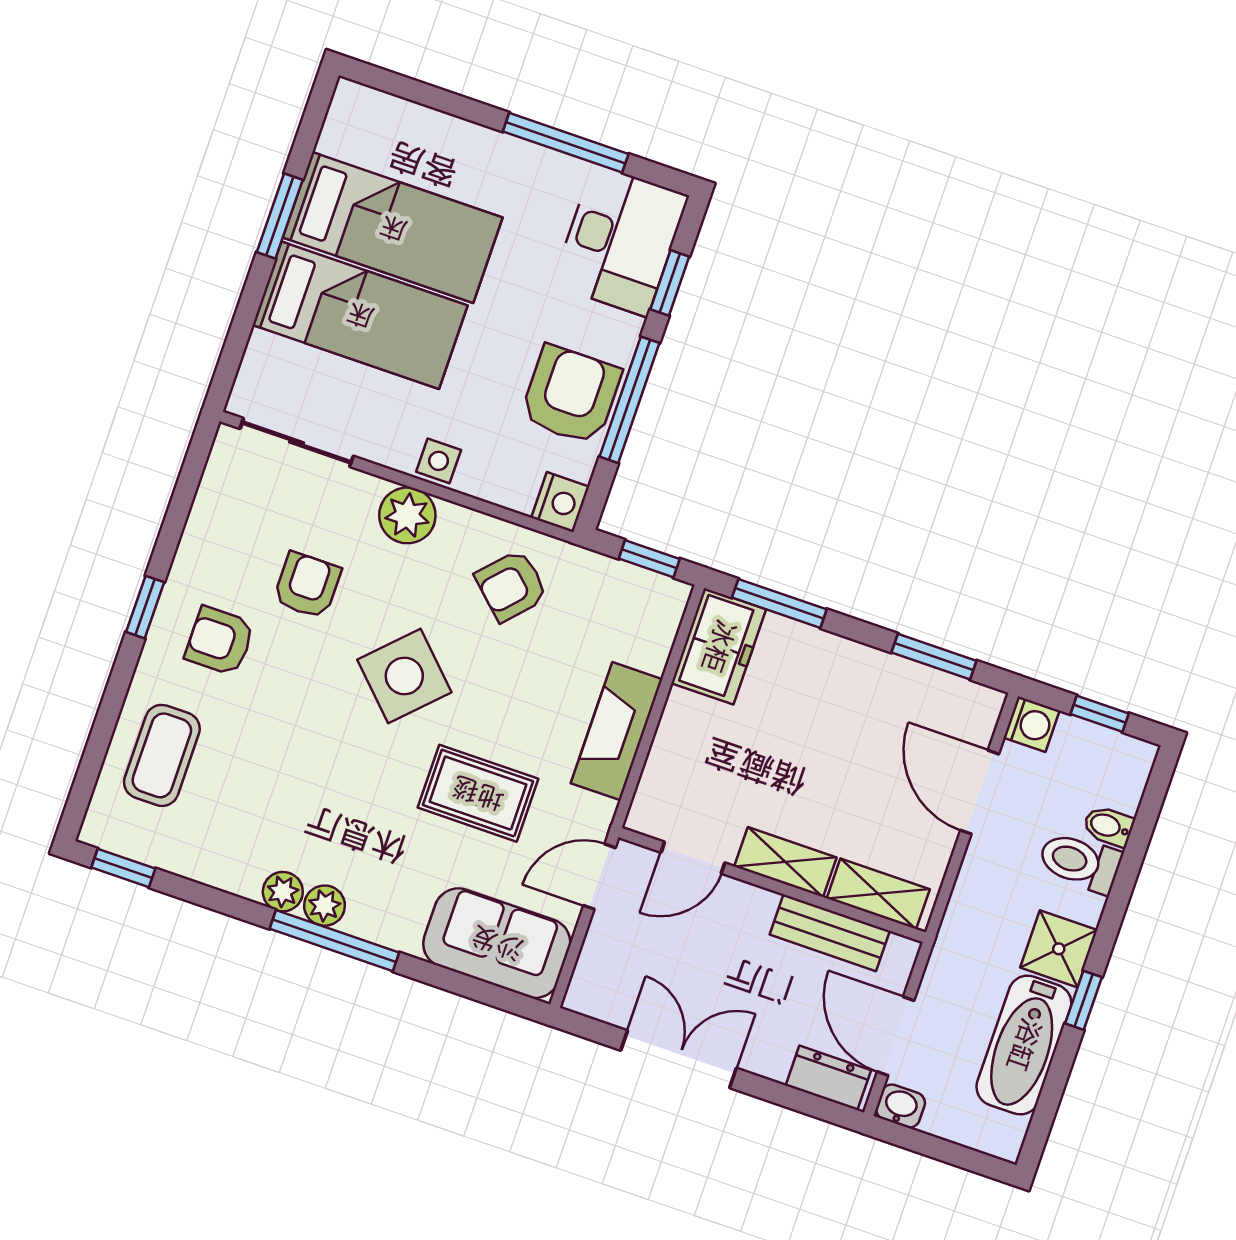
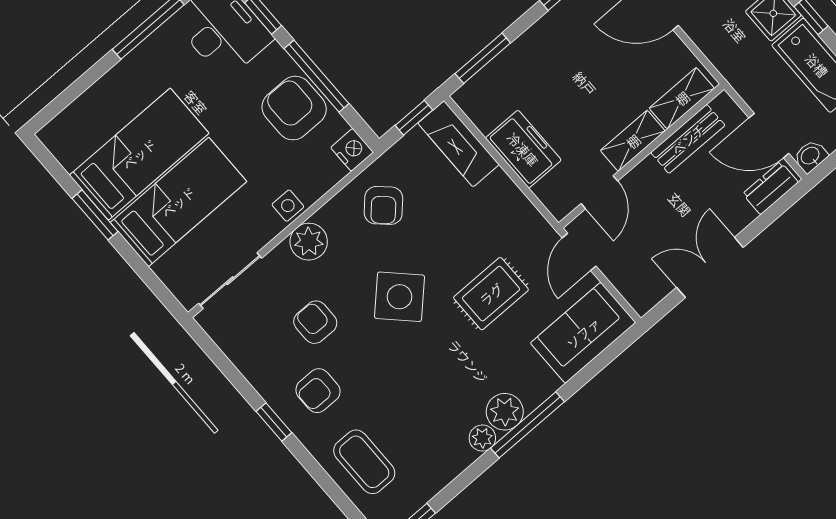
freezer: (719, 646) -> (523, 149), moved
fireplace: (617, 731) -> (459, 144), moved
plant: (324, 906) -> (505, 412), width x1.38, depth x1.38

